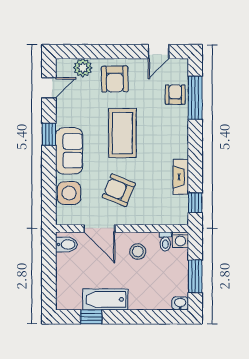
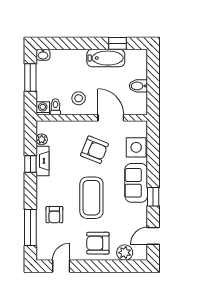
armchair: (115, 79) -> (98, 243), turned -89
armchair: (175, 95) -> (54, 215), moved
plant: (182, 203) -> (42, 139), added
window: (195, 203) -> (30, 164), moved
bidet: (67, 244) -> (138, 86), moved

